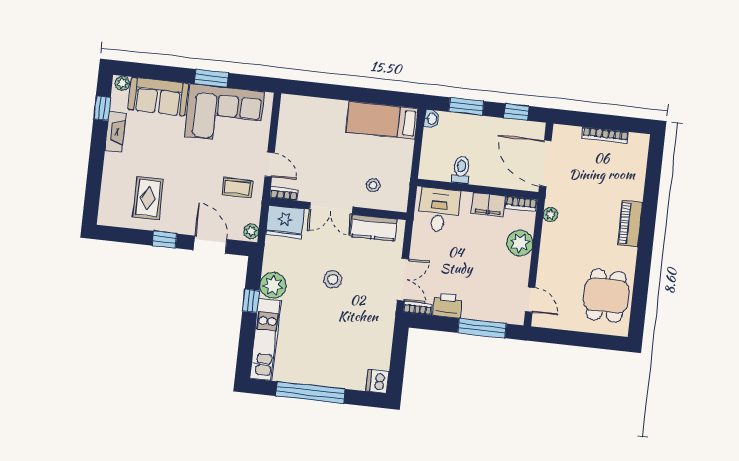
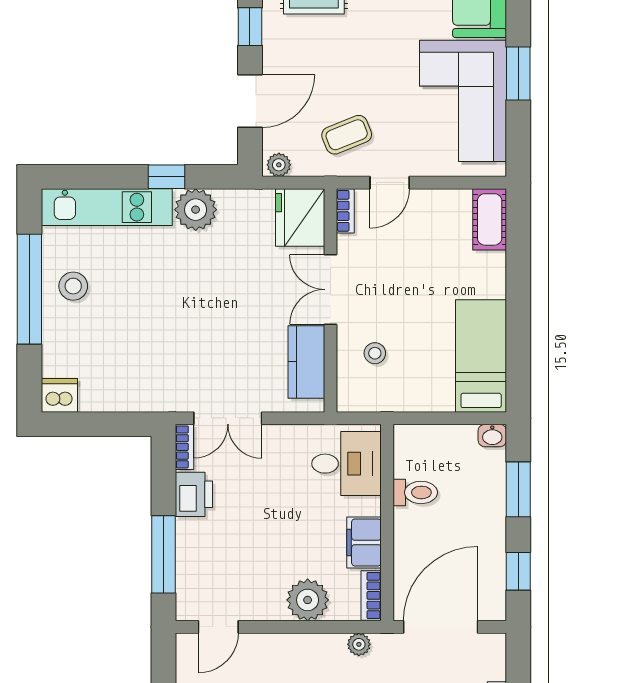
cot: (299, 106) -> (490, 219), added
coffee table: (237, 188) -> (347, 135), turned 68
stool: (333, 279) -> (73, 286), moved

